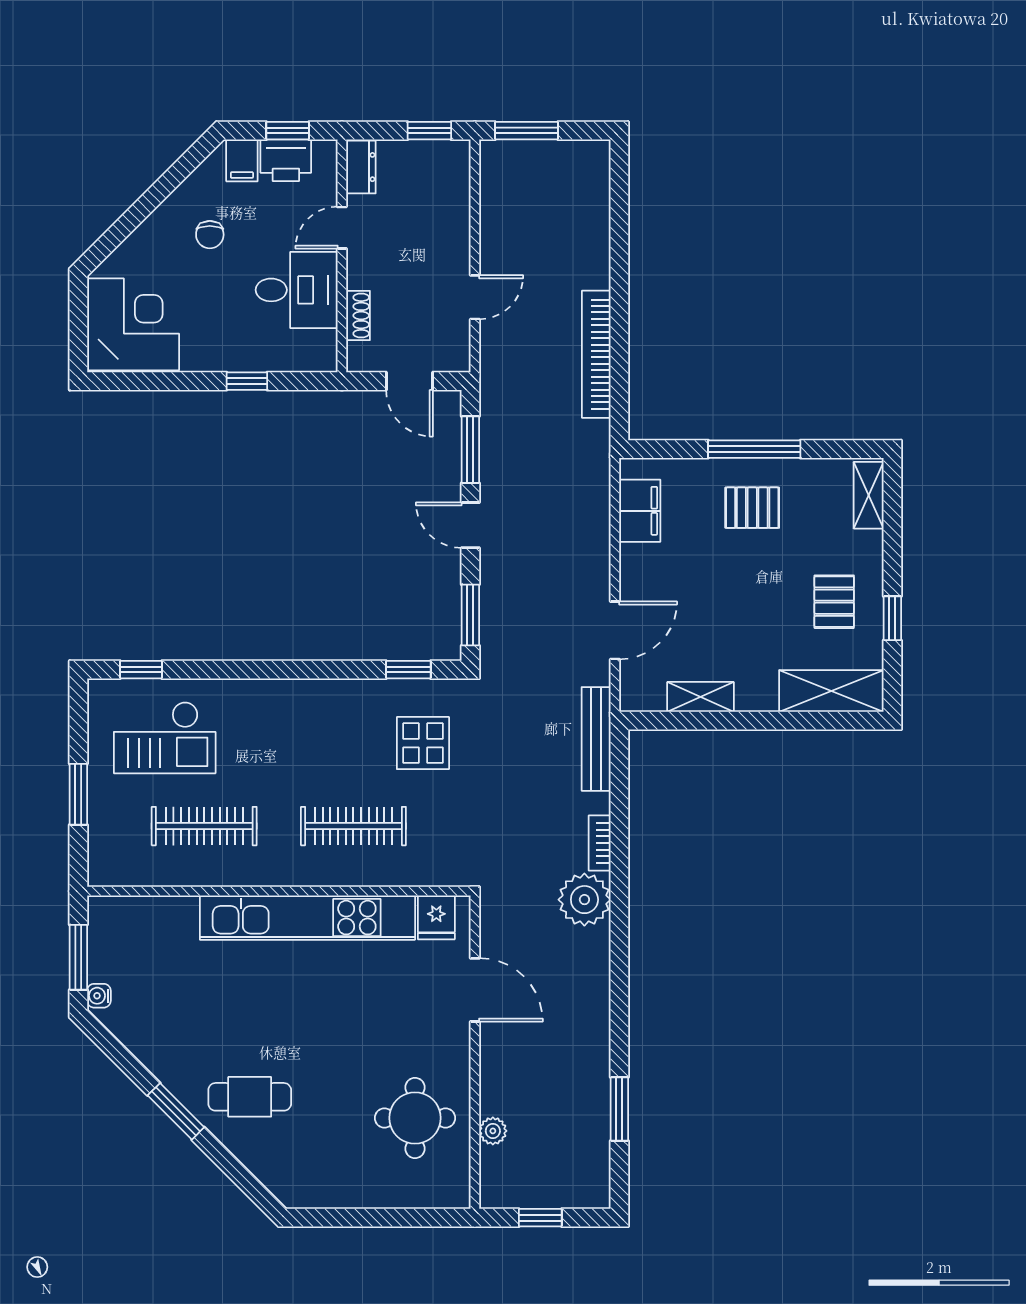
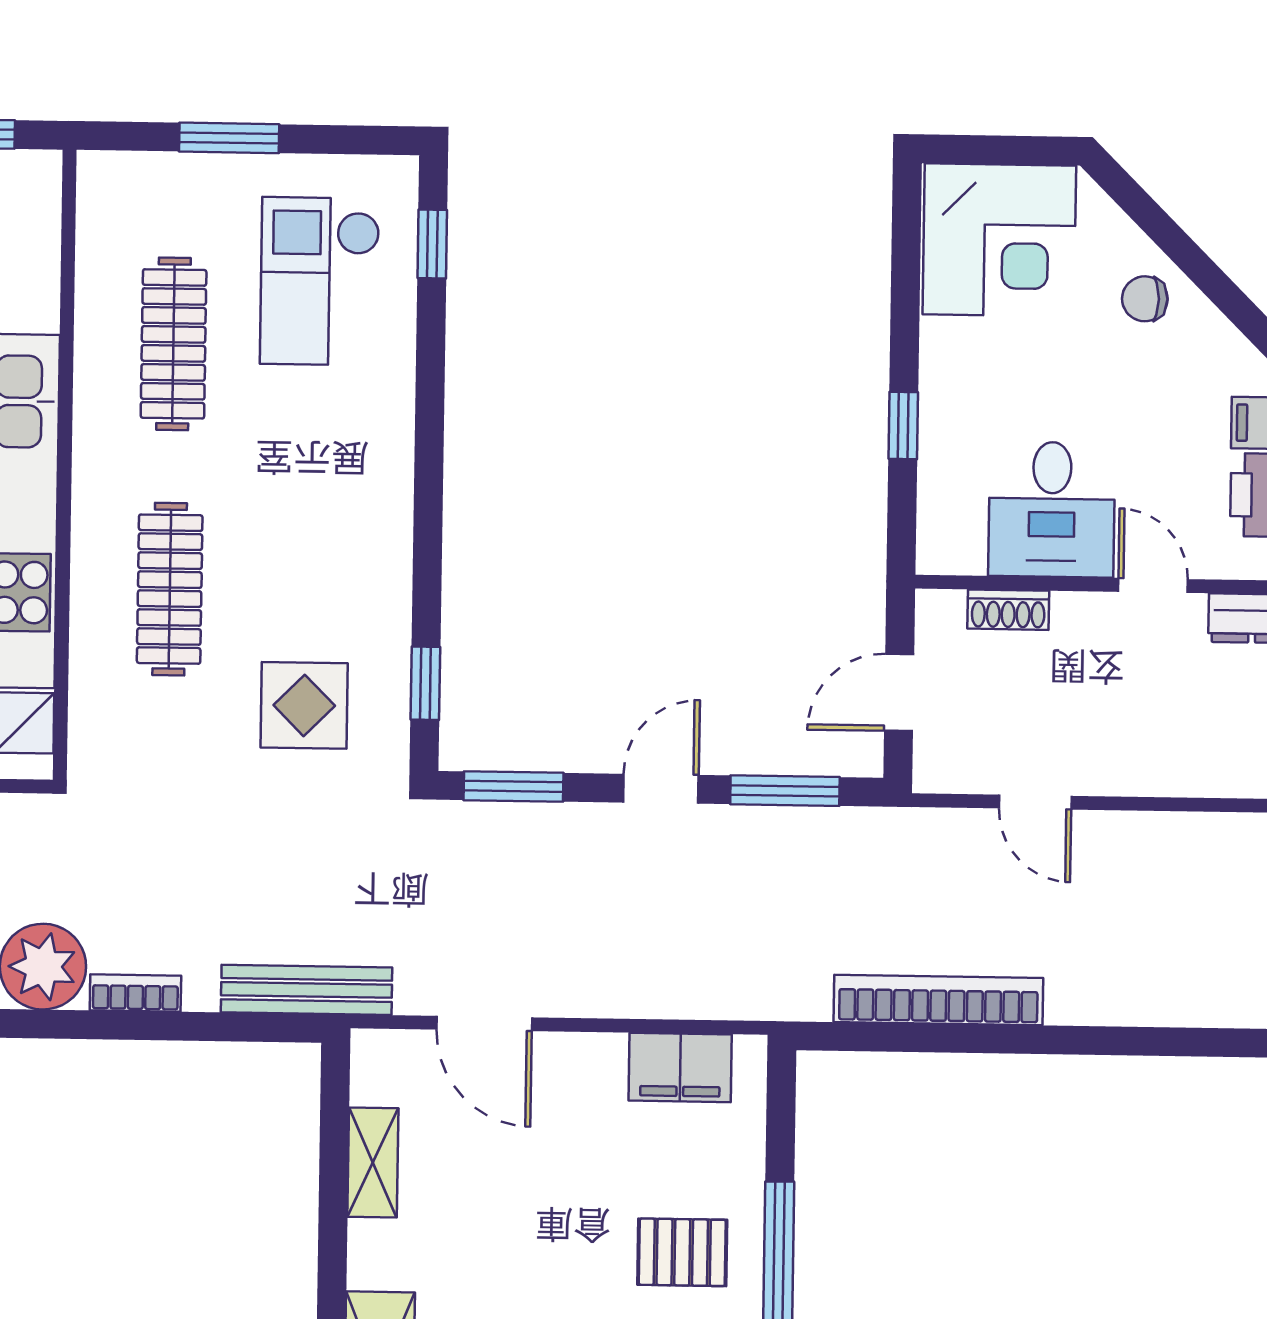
chair: (210, 235) -> (1145, 299), moved
pallet: (752, 508) -> (682, 1252), turned 90

